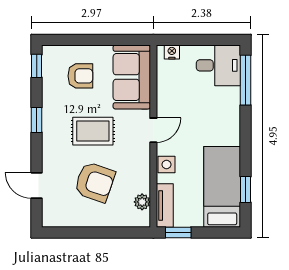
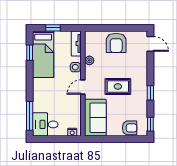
armchair: (80, 76) -> (130, 128), moved, turned 180
armchair: (95, 182) -> (116, 43), moved, turned -109
door: (37, 186) -> (150, 44), moved
plant: (142, 202) -> (89, 60), moved
window: (178, 232) -> (53, 28), moved

